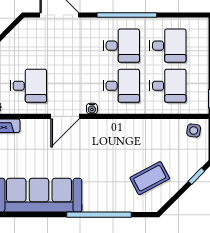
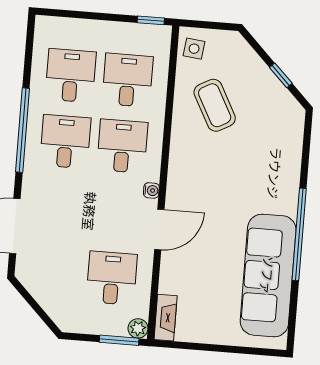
door: (65, 116) -> (159, 229), hinge flipped
window: (196, 176) -> (281, 75), moved
coffee table: (150, 178) -> (215, 105), moved
window: (99, 215) -> (299, 234), moved

